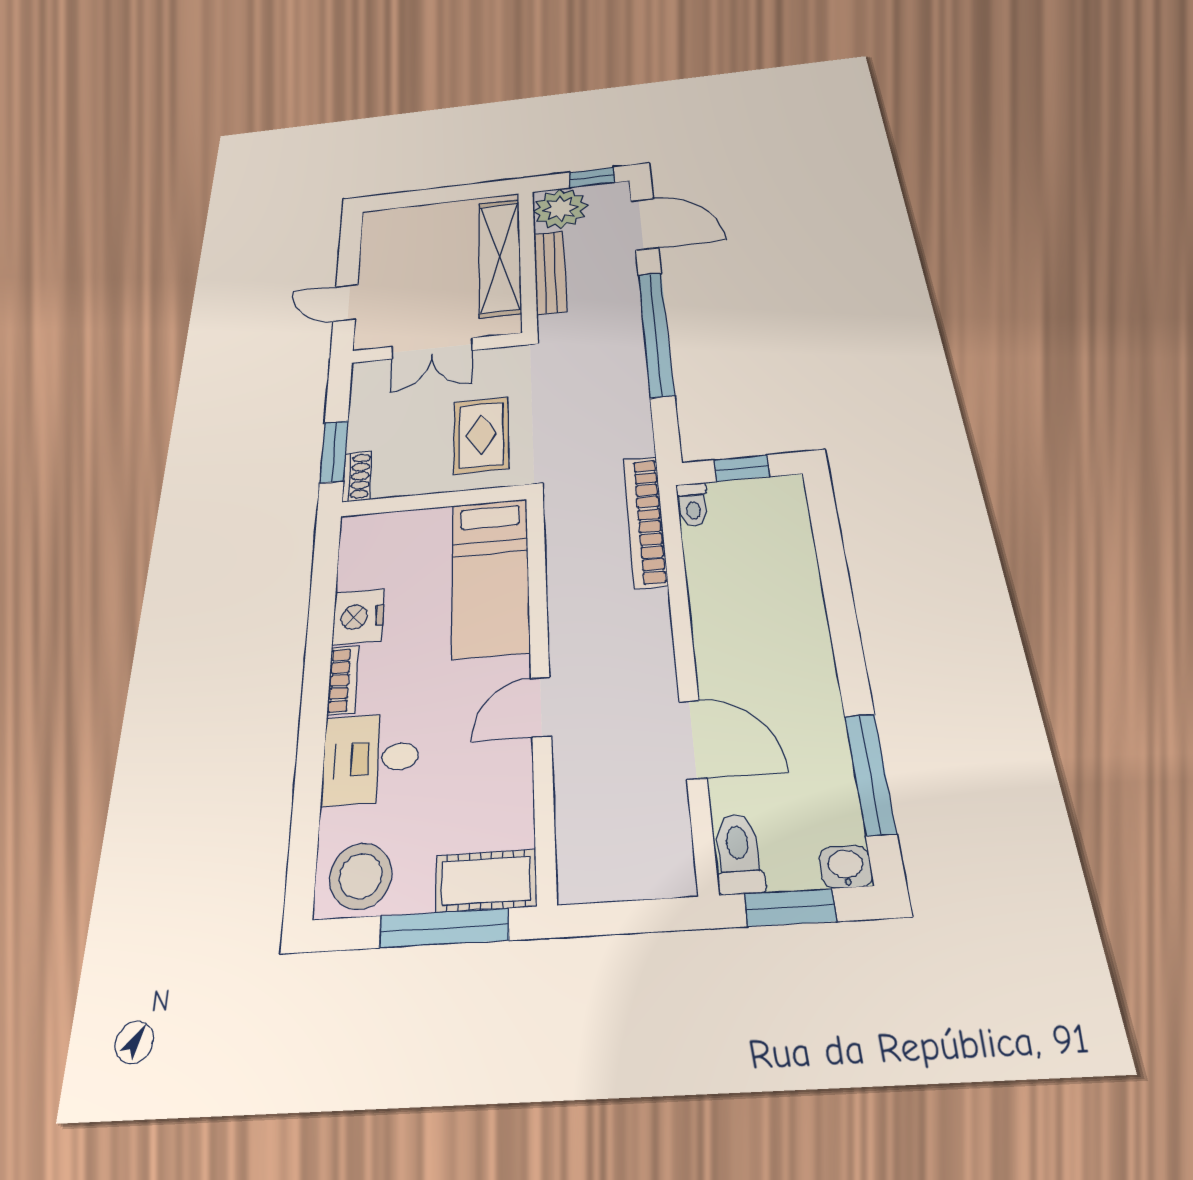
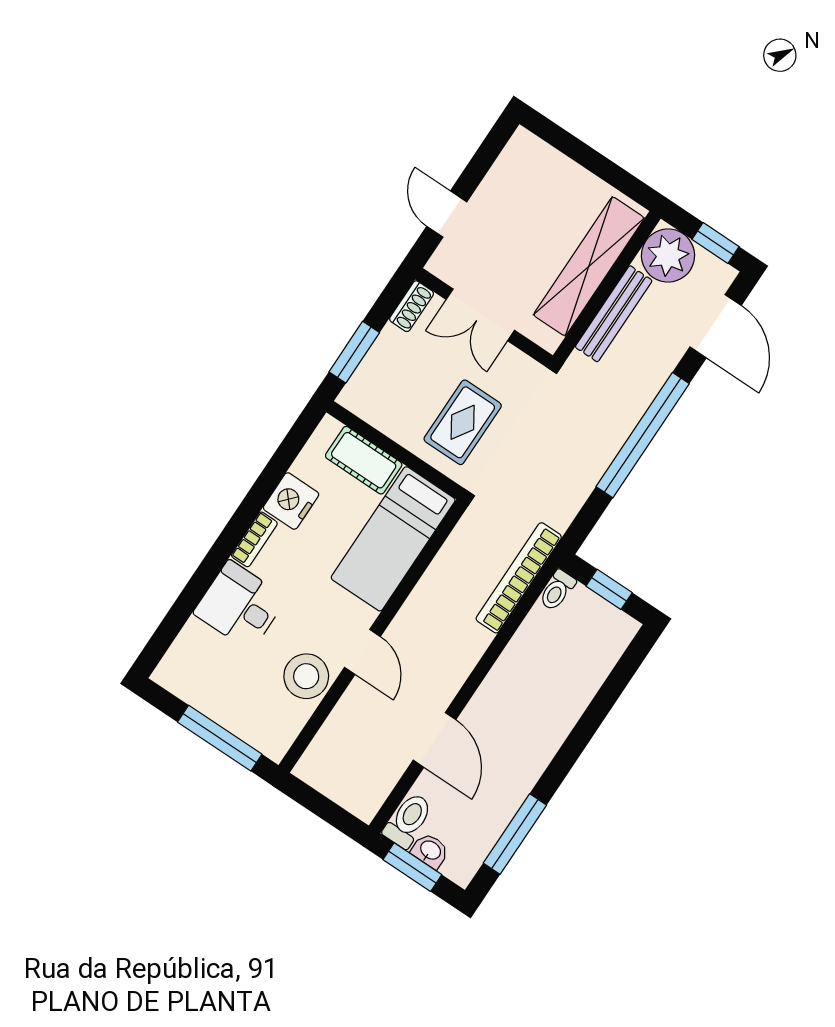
shoe rack: (357, 476) -> (412, 306), moved
door: (541, 707) -> (362, 652), swing flipped
washbasin: (846, 867) -> (430, 851), moved
stool: (361, 876) -> (306, 676), moved
cot: (486, 881) -> (364, 460), moved

